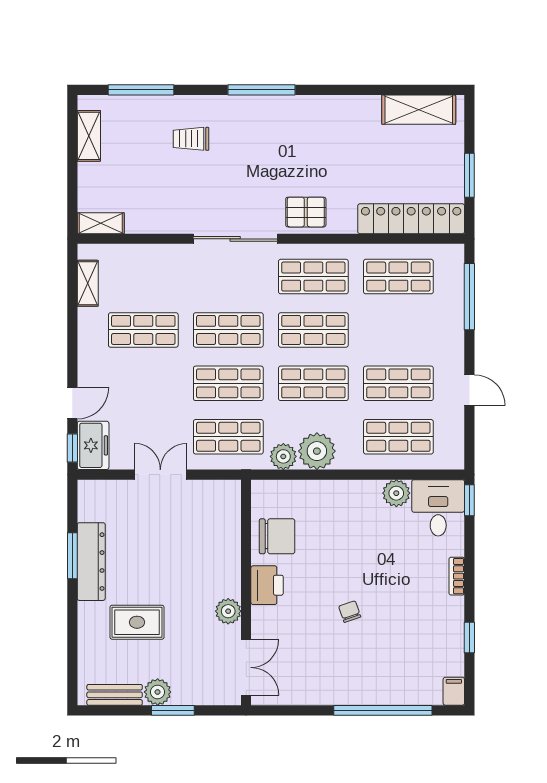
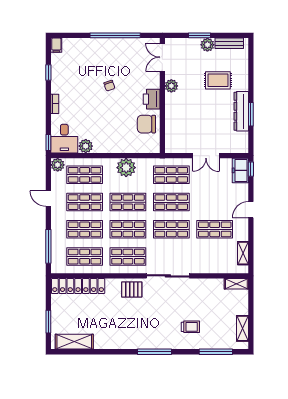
window: (469, 175) -> (48, 322), moved
shop shelf: (398, 330) -> (85, 229), added
door: (72, 403) -> (251, 210), moved
plant: (283, 456) -> (58, 165), moved
window: (383, 710) -> (115, 35), moved

